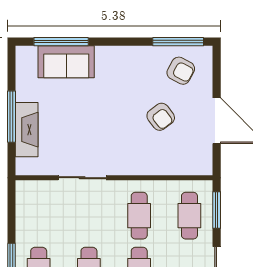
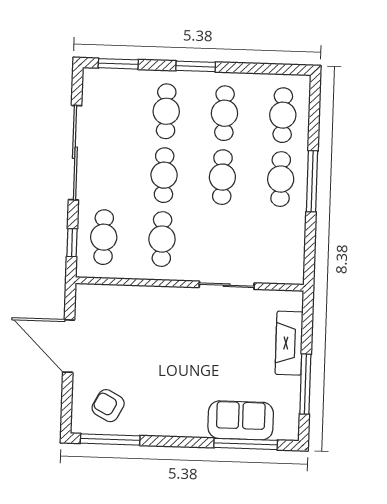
window: (12, 117) -> (305, 384), moved
armchair: (161, 117) -> (133, 353), removed
window: (217, 210) -> (72, 243), width x0.67

